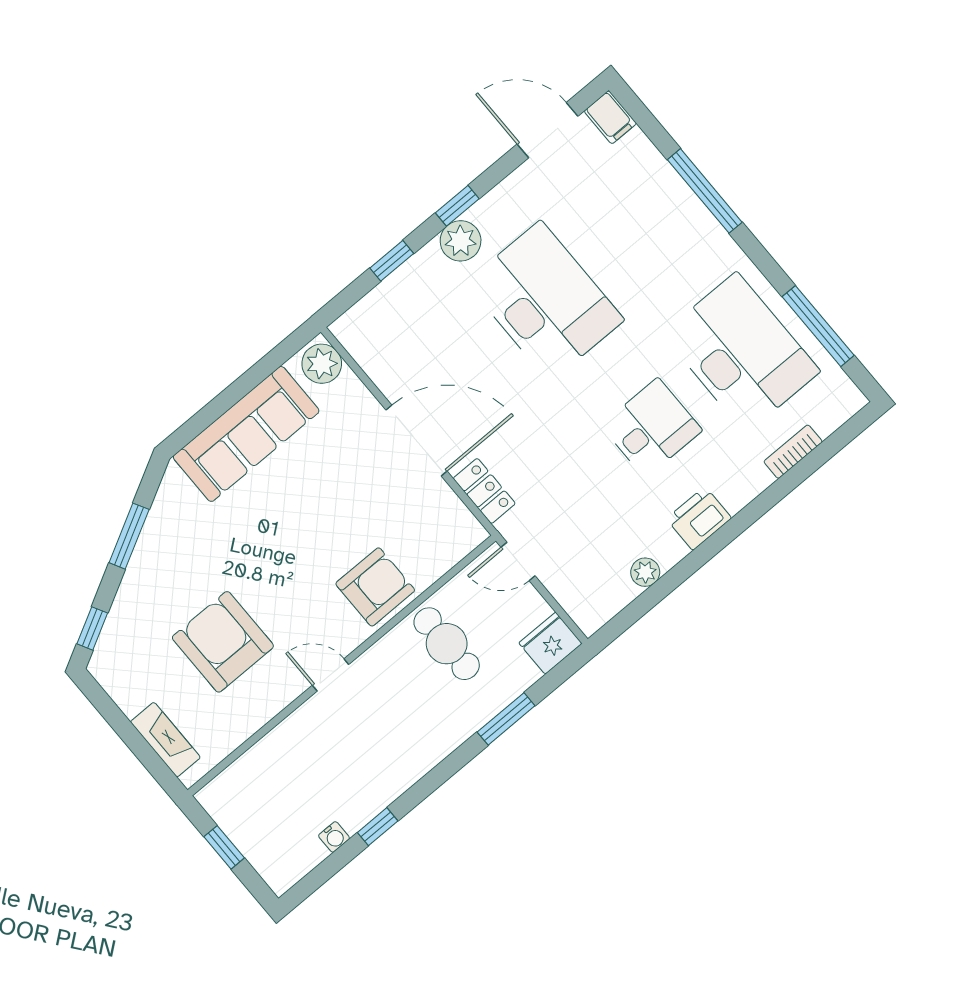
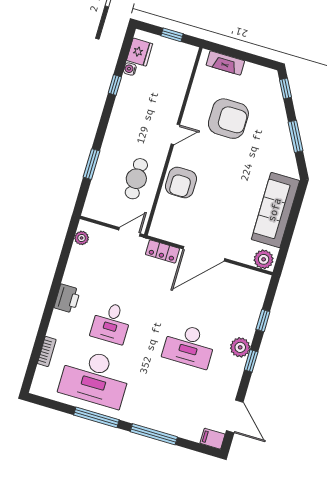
door: (547, 130) -> (235, 416), hinge flipped
desk: (545, 301) -> (189, 346), width x0.73, depth x0.77
window: (818, 326) -> (96, 417), moved
plant: (645, 572) -> (82, 238), moved
fridge: (550, 643) -> (140, 52), moved
cafe table: (447, 644) -> (136, 179), turned 90

